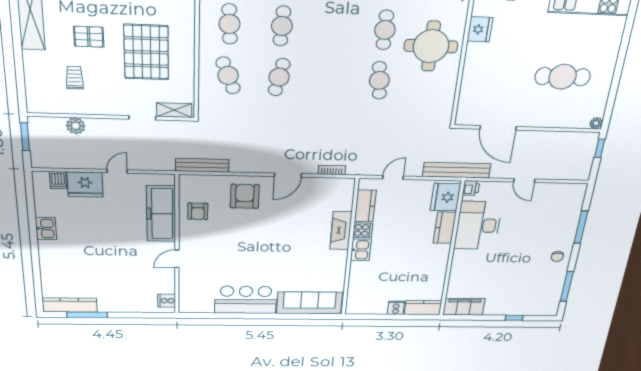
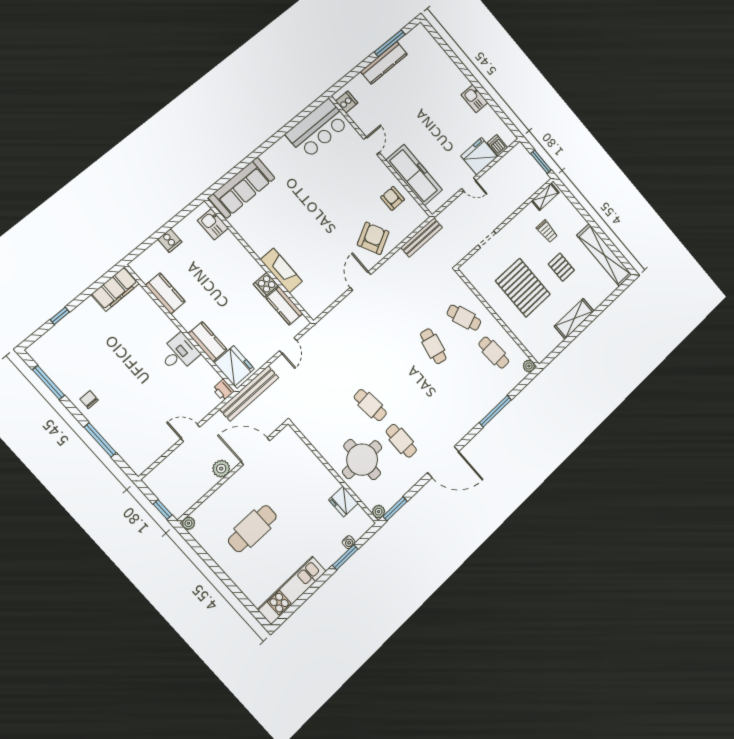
cafe table: (282, 26) -> (464, 381), removed
pallet: (89, 37) -> (561, 267), turned 90
shelving: (174, 110) -> (545, 197), moved
plant: (76, 126) -> (221, 469), moved
bookcase: (332, 170) -> (335, 312), removed
door: (117, 171) -> (469, 184), hinge flipped
armchair: (245, 196) -> (373, 238), turned -117
desk: (478, 225) -> (179, 353), width x0.53, depth x0.77
kitchen sink: (361, 250) -> (213, 224), moved
bar counter: (246, 300) -> (318, 129), moved
kitchen counter: (70, 305) -> (384, 63), moved
kitchen counter: (423, 308) -> (165, 293), moved, turned -90

